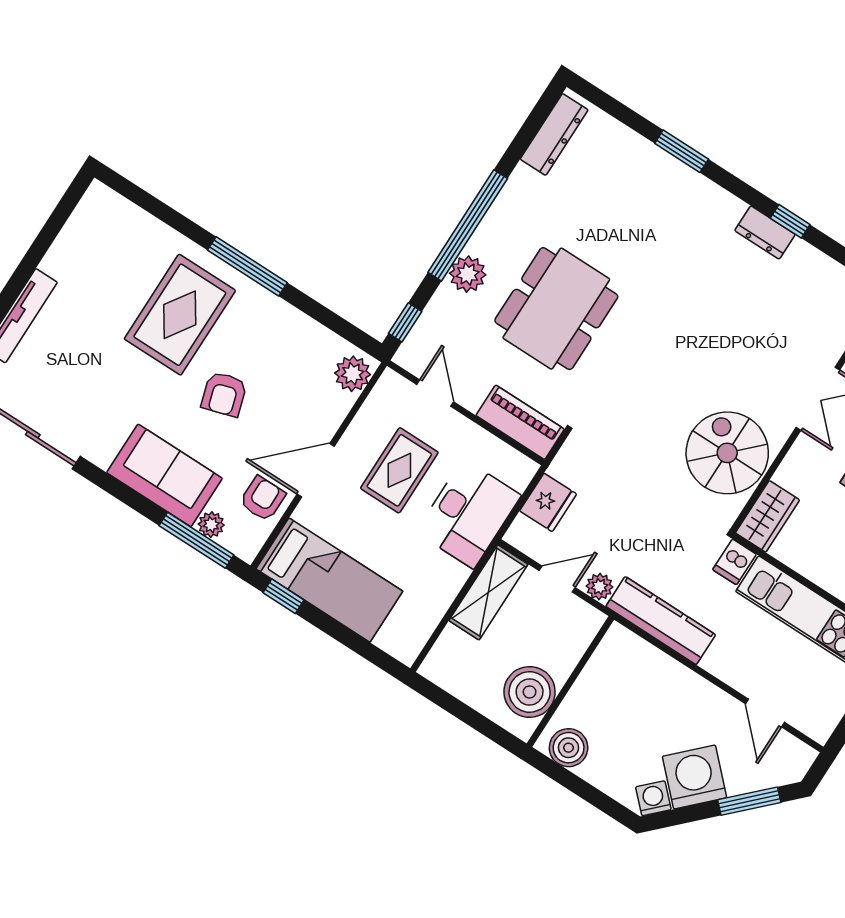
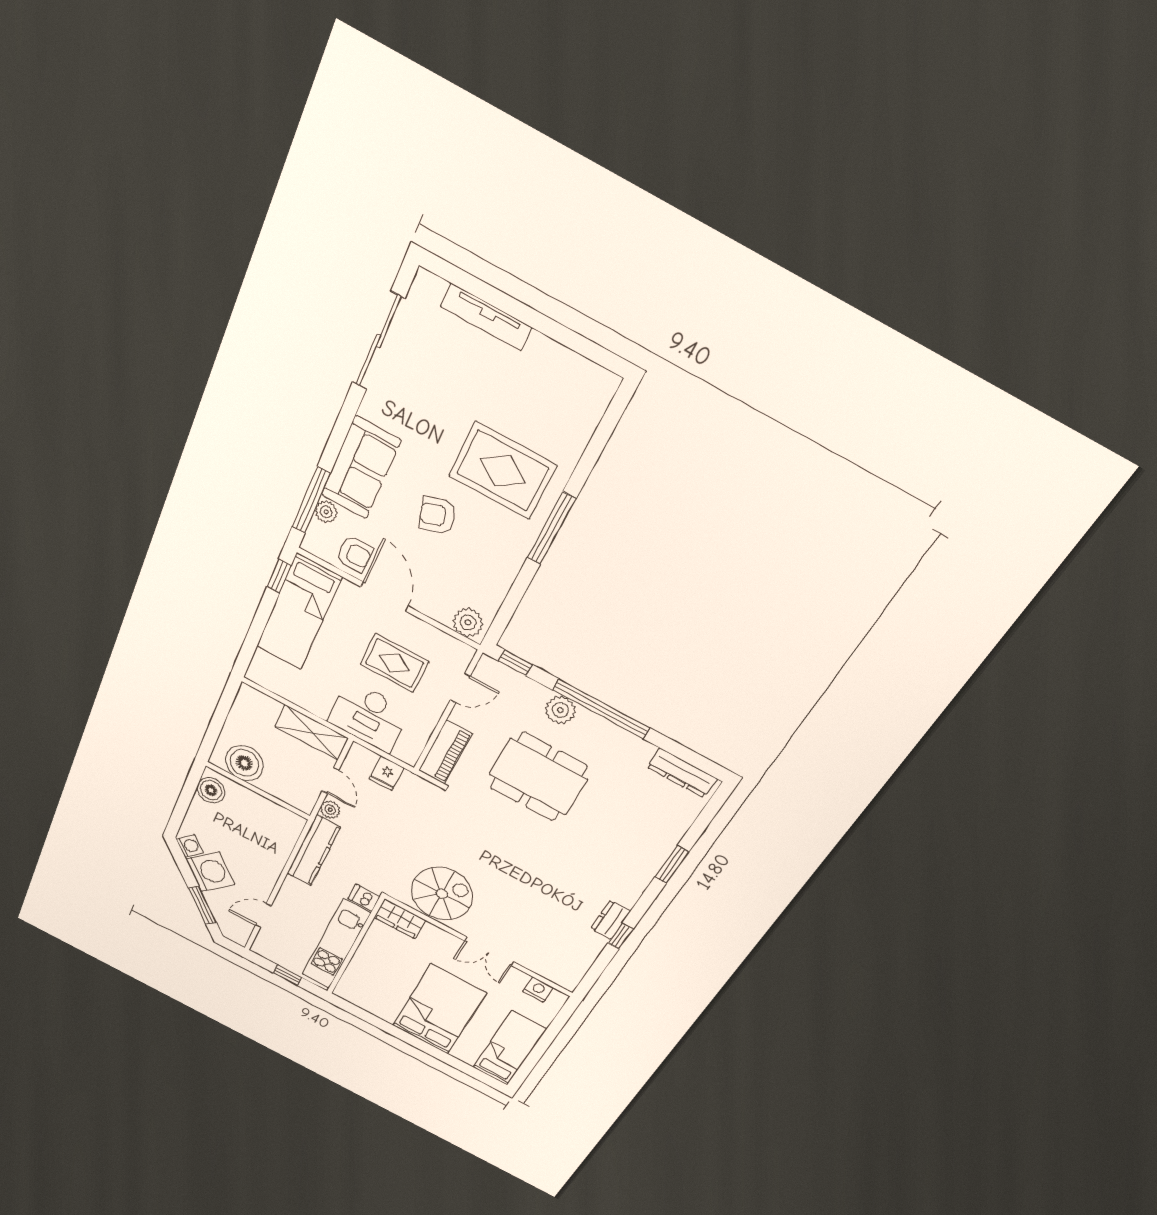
fridge: (548, 502) -> (386, 773), width x0.72

